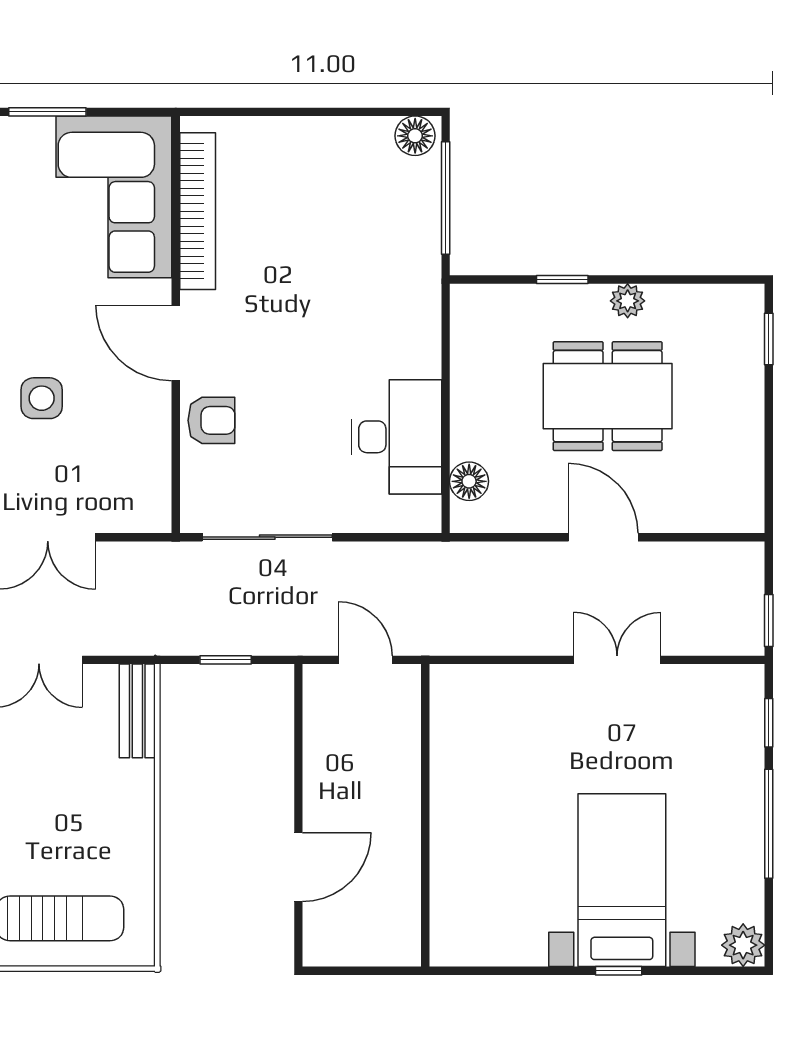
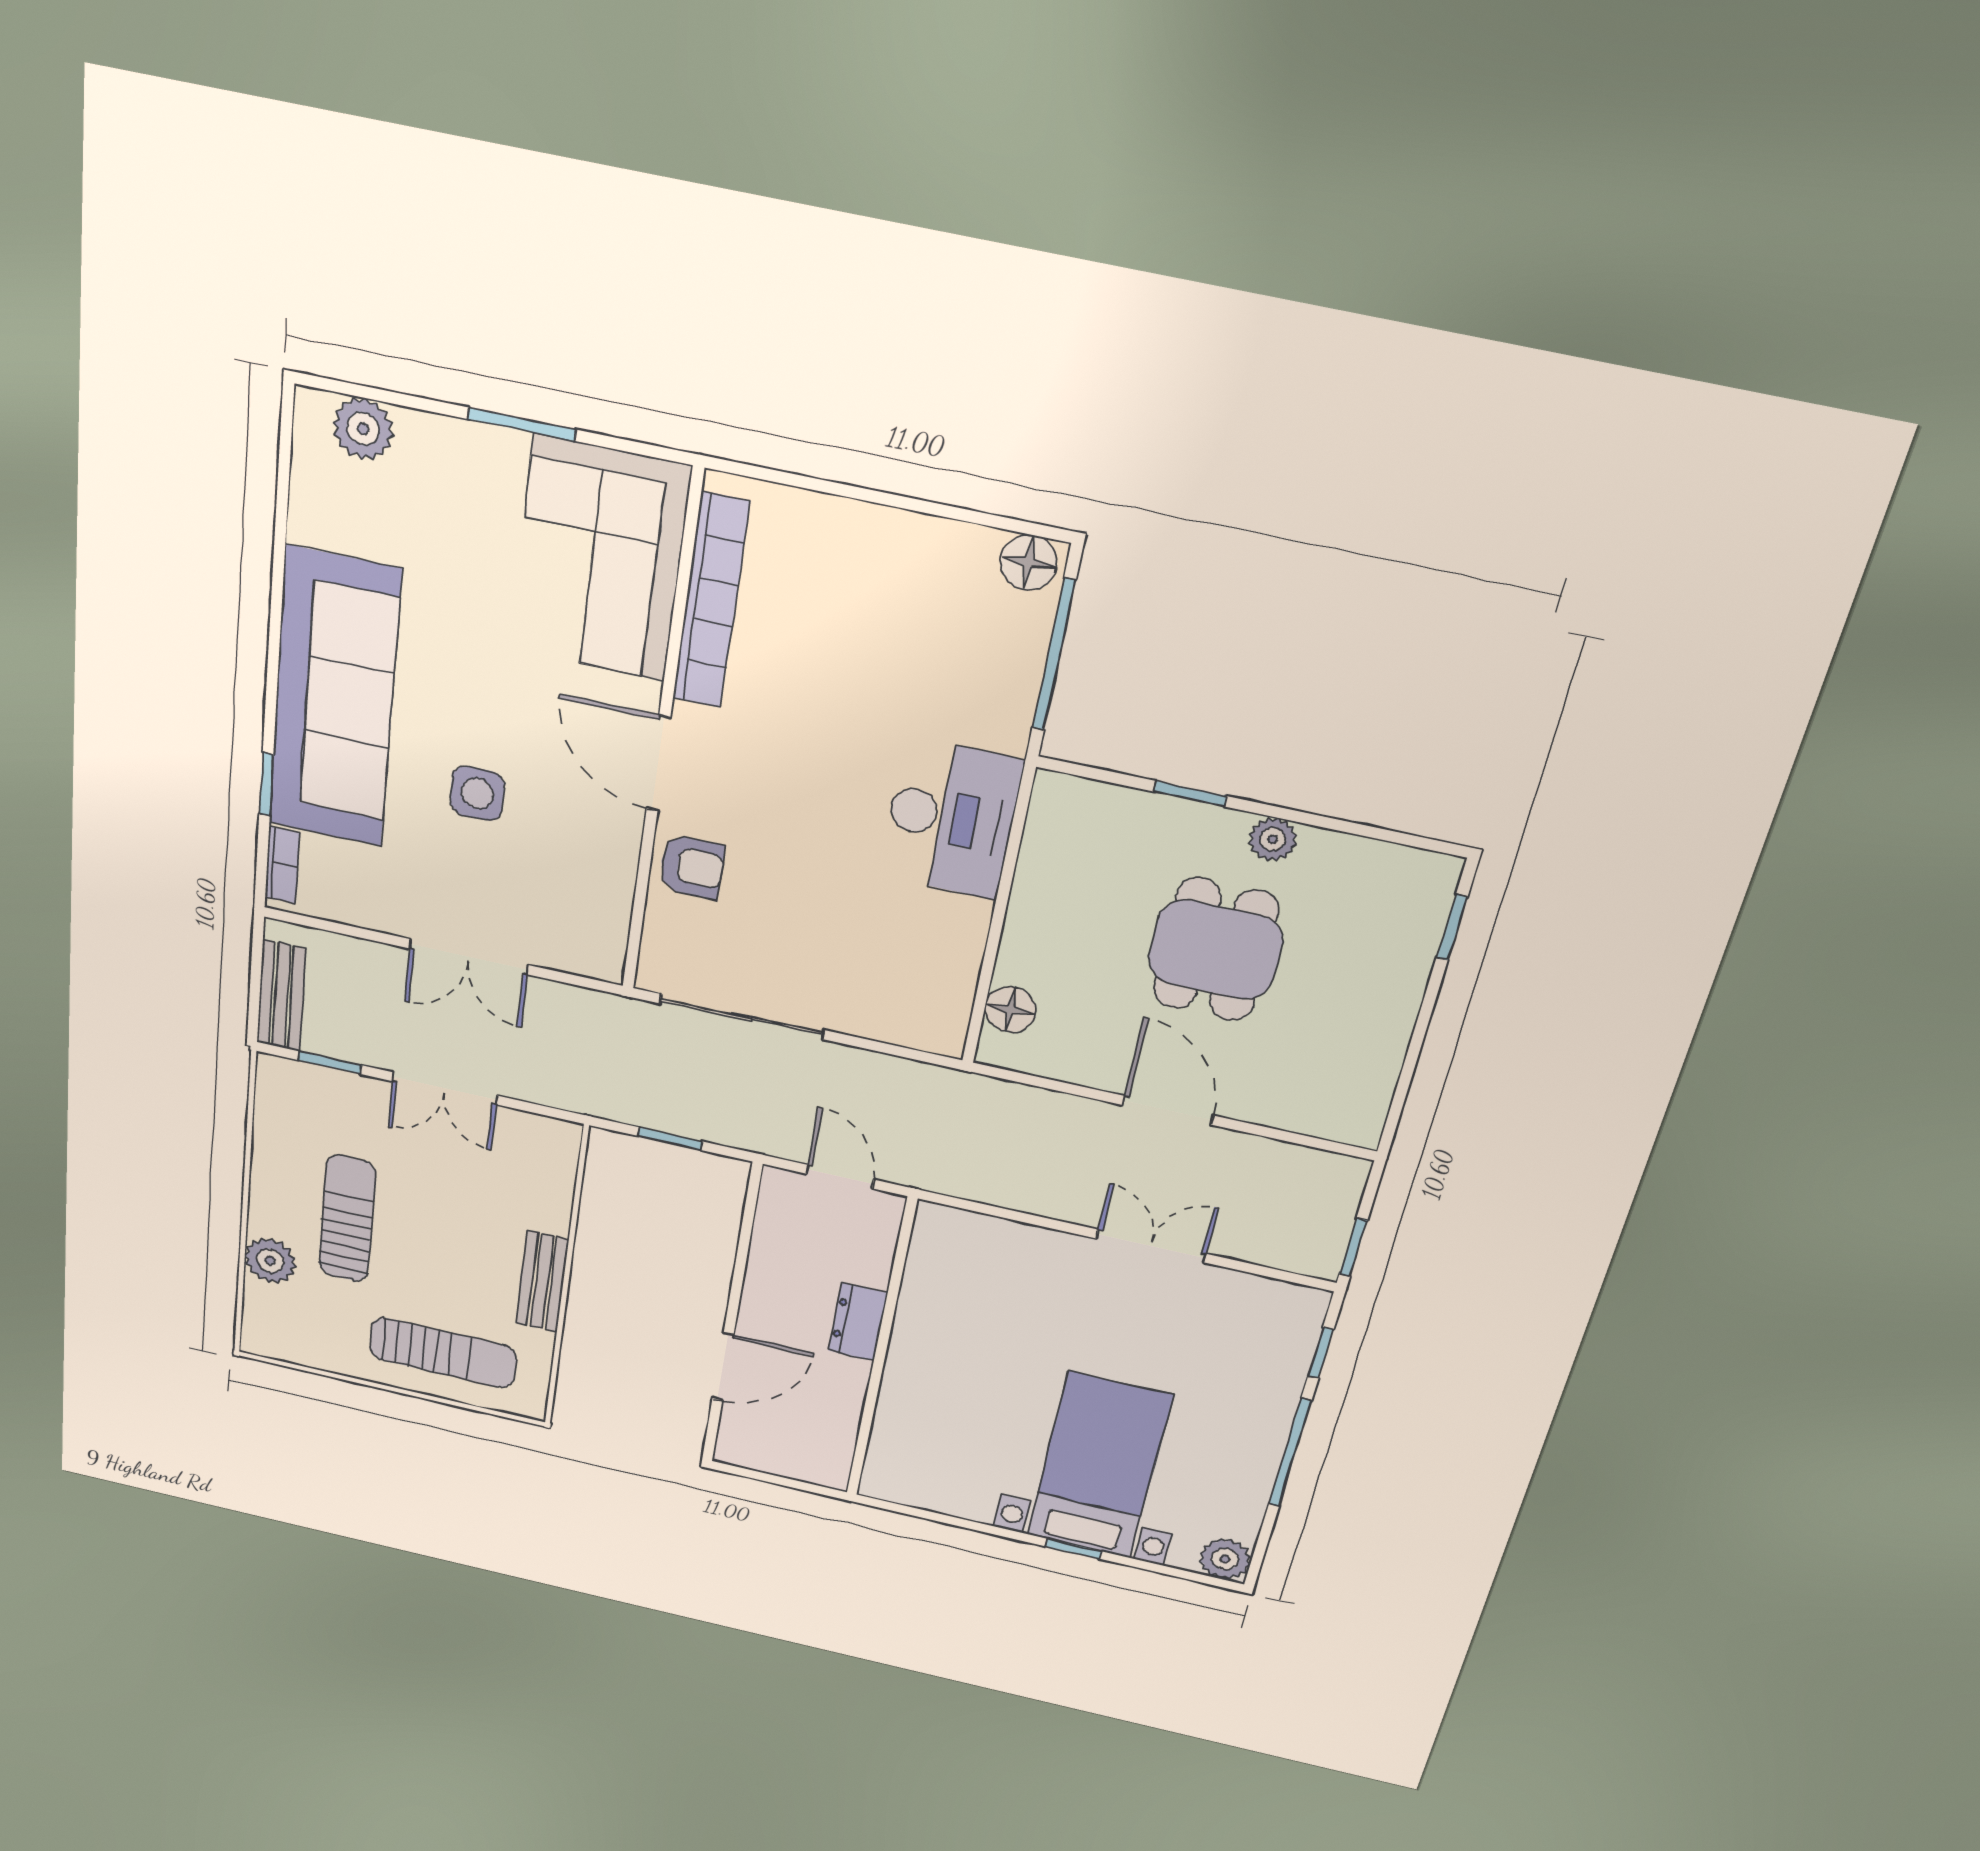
dining table: (608, 396) -> (1215, 950), width x0.73
desk: (397, 437) -> (951, 818), moved
bench: (137, 711) -> (542, 1282), moved
dresser: (402, 793) -> (858, 1322), added

